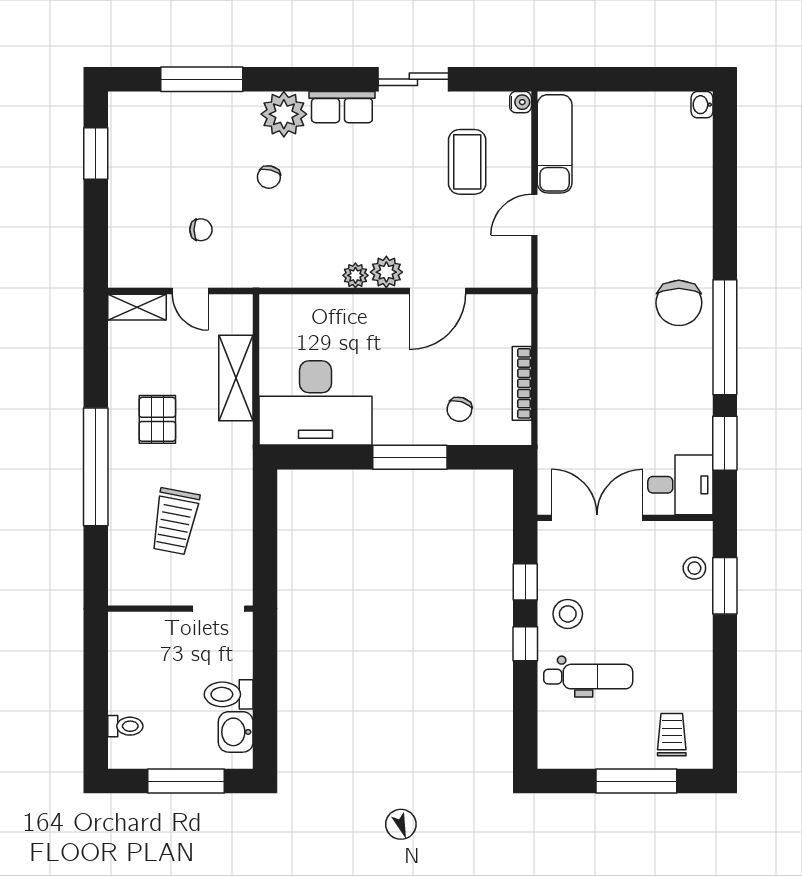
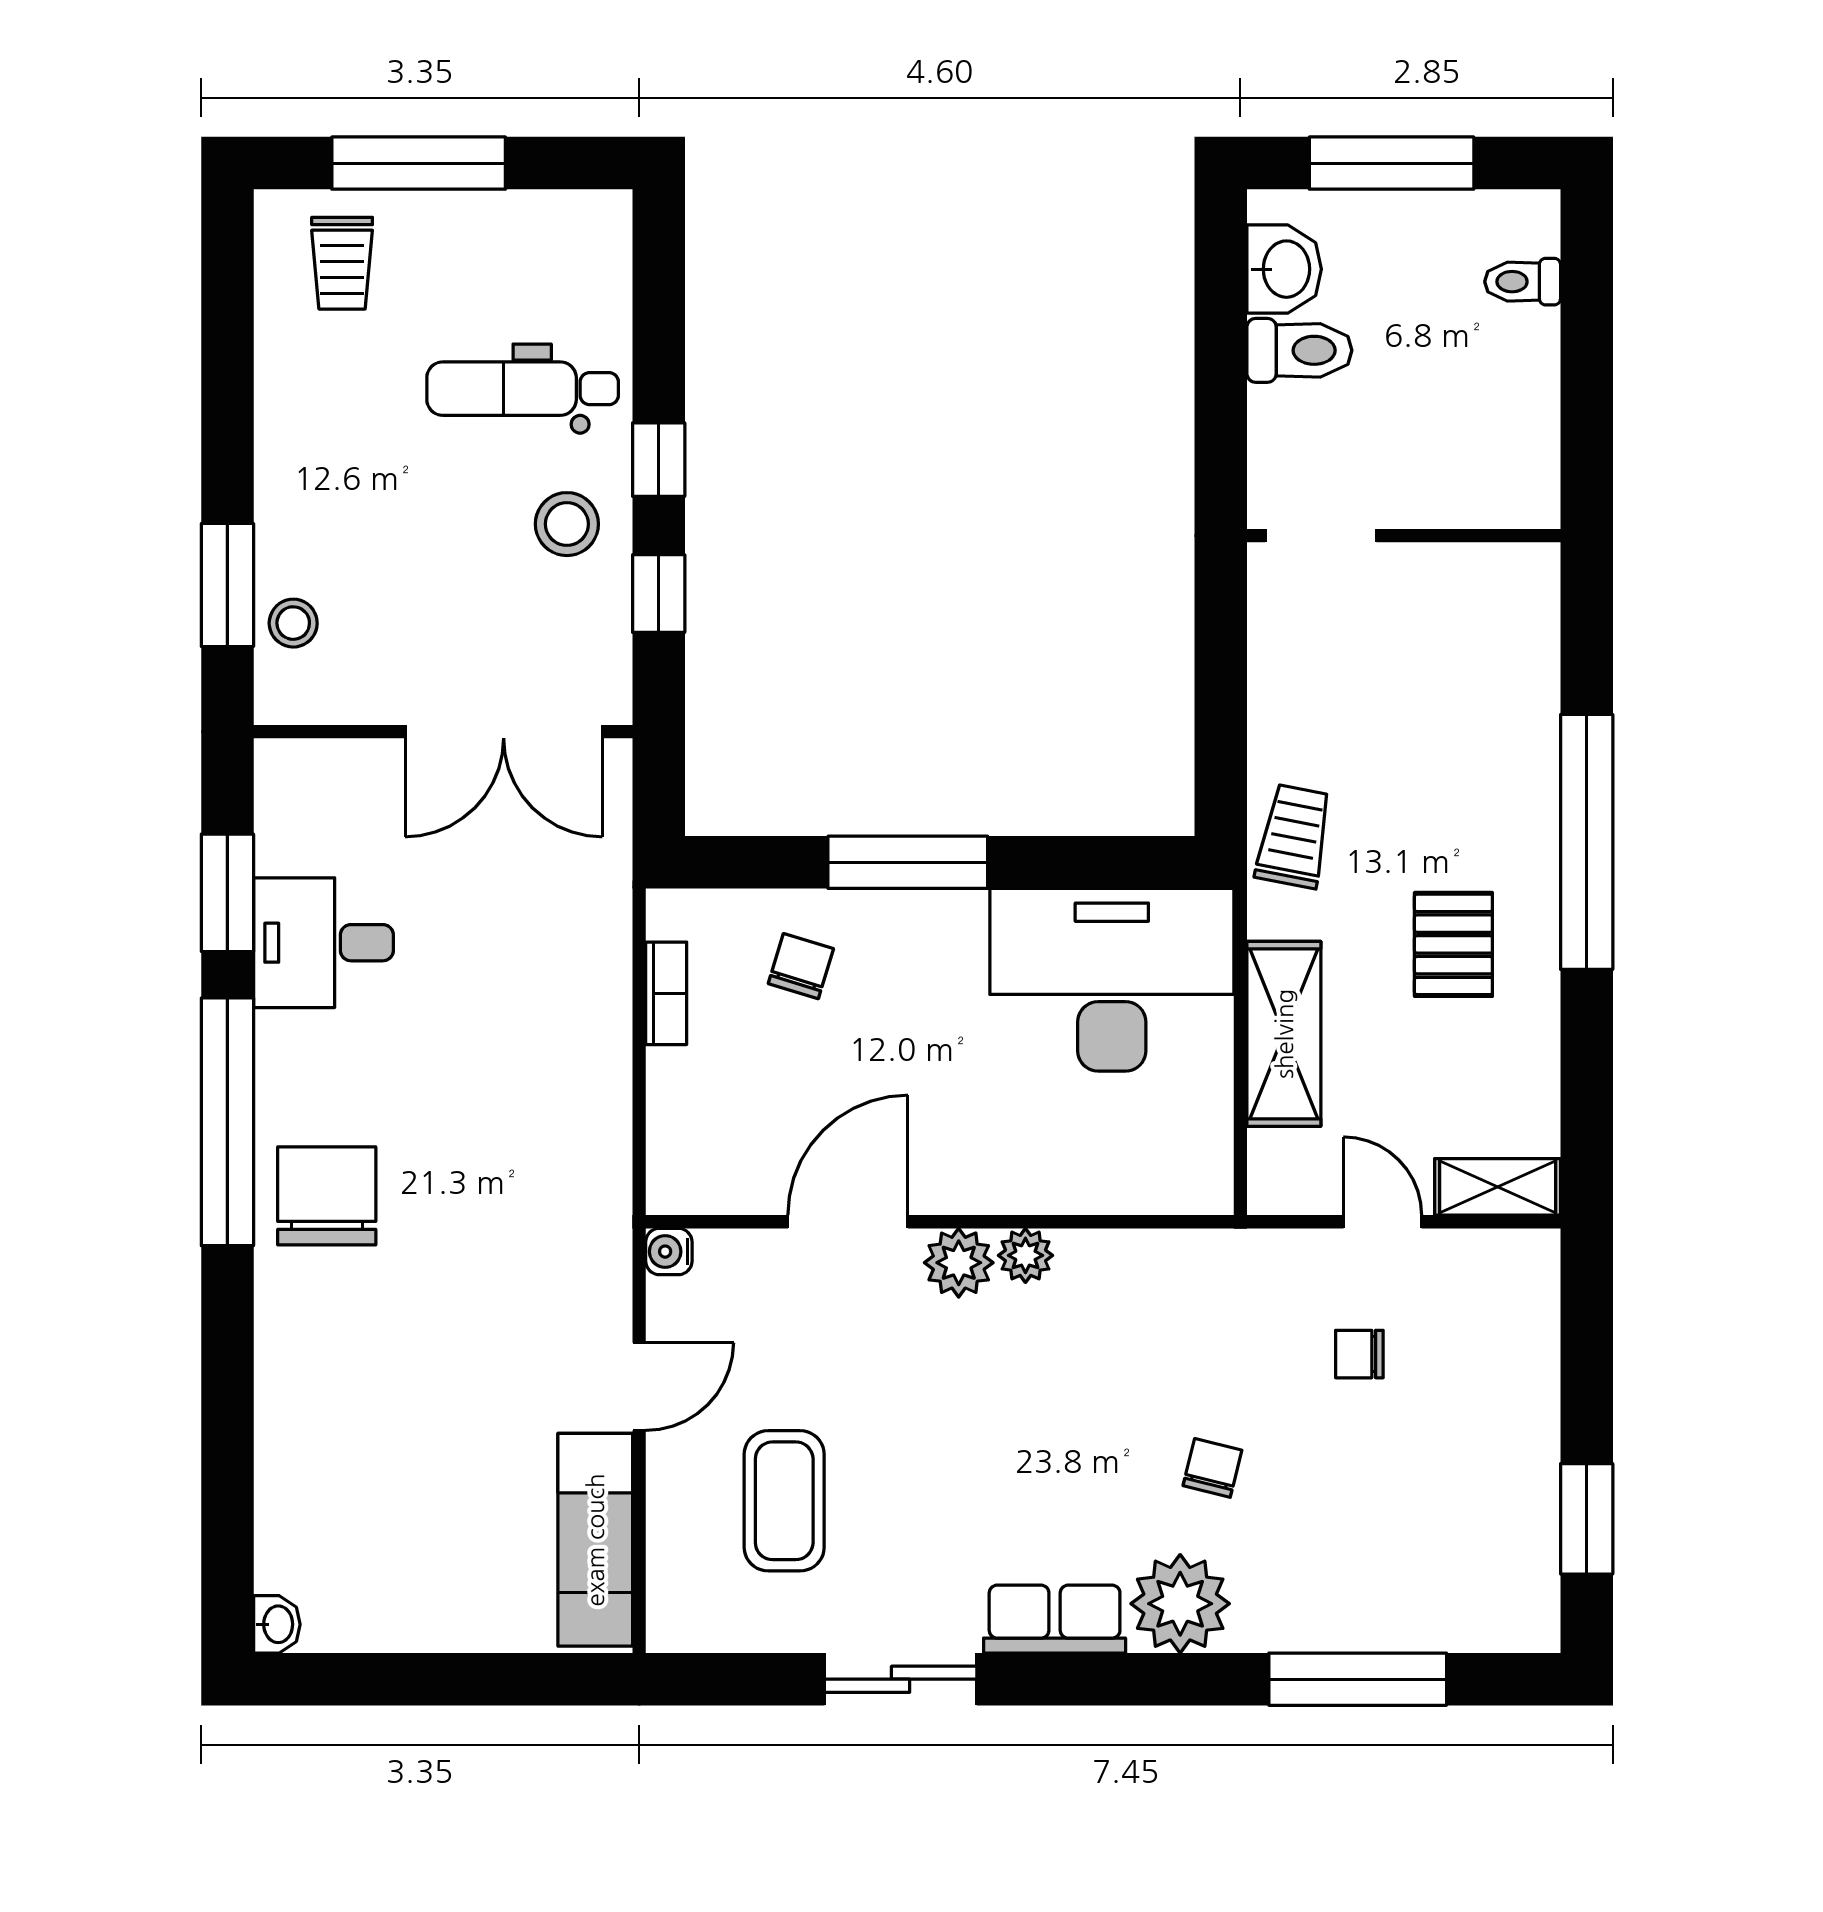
water cooler: (521, 102) -> (669, 1252), moved
bookcase: (522, 383) -> (666, 993), width x0.64
desk: (680, 485) -> (324, 943), moved
trolley: (175, 521) -> (1294, 836), moved, width x0.73, depth x0.72

